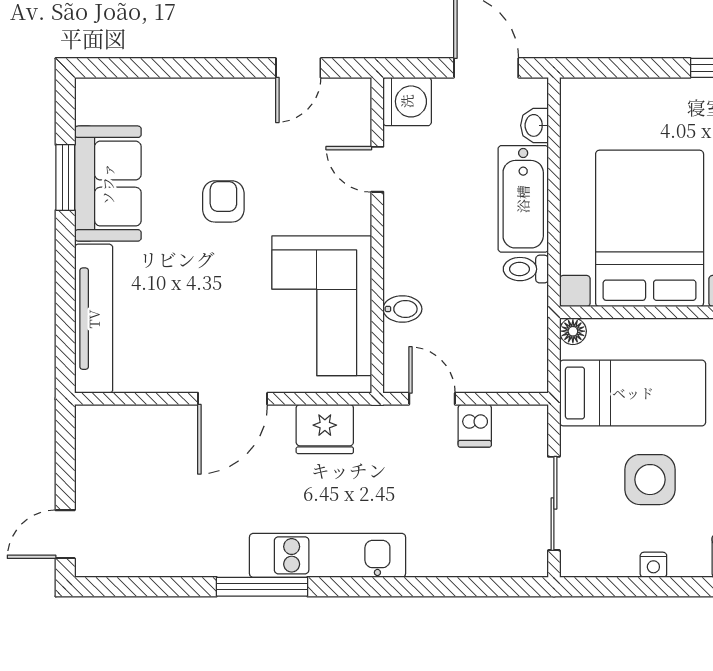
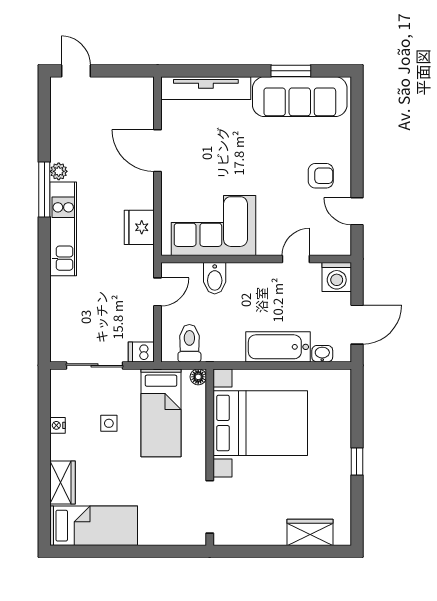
sofa: (108, 184) -> (300, 97), width x1.36
armchair: (223, 201) -> (321, 176), moved
toilet: (526, 269) -> (189, 343), moved, width x1.37, depth x1.39
bidet: (402, 309) -> (215, 278), width x1.38, depth x1.36
door: (233, 399) -> (158, 151), moved
dishwasher: (475, 426) -> (141, 352), moved
side table: (650, 480) -> (109, 423), width x0.54, depth x0.54
plant: (232, 563) -> (59, 171), added

